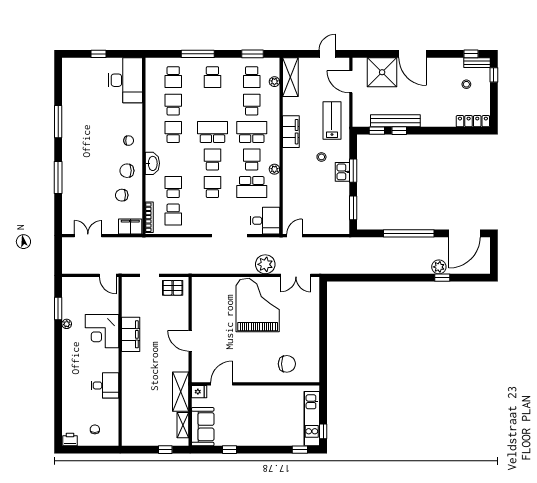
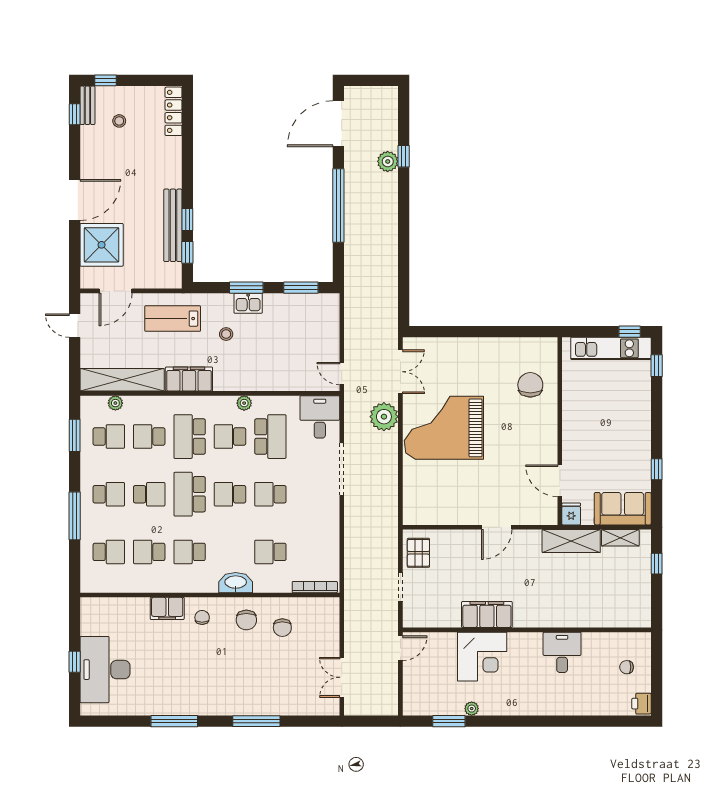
shelving: (290, 77) -> (122, 380), width x1.47
desk: (125, 80) -> (105, 670), moved, turned -90
school desk: (173, 215) -> (149, 494), moved
filing cabinet: (130, 226) -> (167, 608), moved, turned -90
door: (465, 233) -> (338, 124), swing flipped

